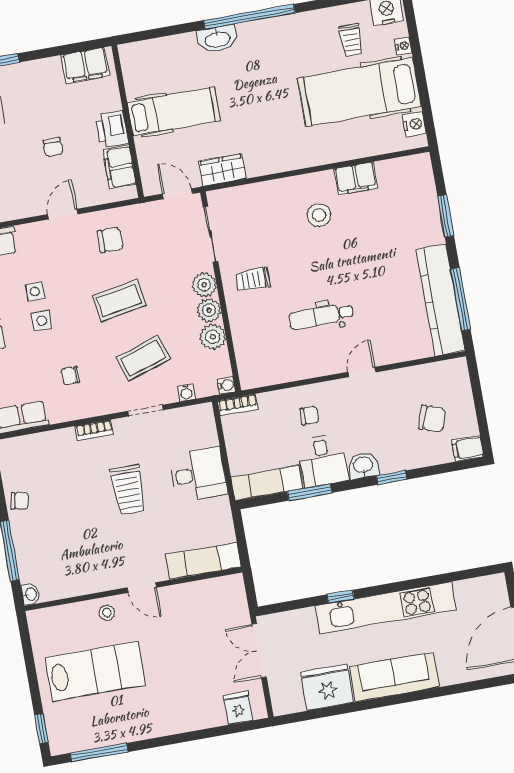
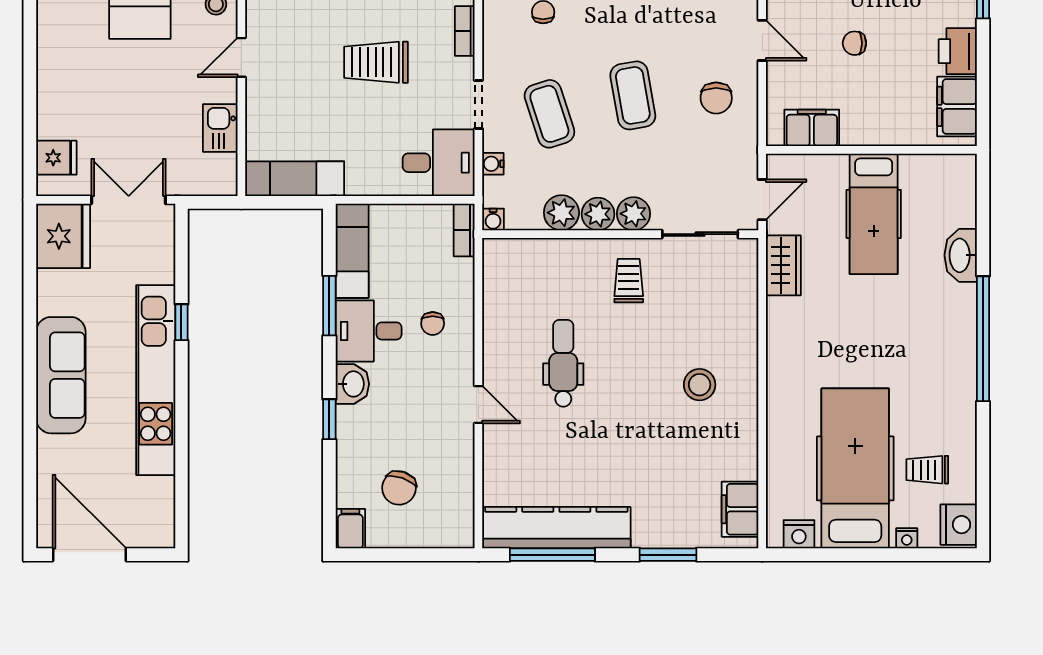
washbasin: (217, 39) -> (961, 255), moved
printer: (112, 129) -> (958, 51), moved, turned -90
filing cabinet: (356, 178) -> (740, 509), moved
desk: (198, 474) -> (439, 163), moved, turned -90
exam couch: (203, 561) -> (295, 179), moved, turned -90
kitchen sink: (195, 594) -> (220, 128), added
fridge: (327, 687) -> (63, 236), moved

